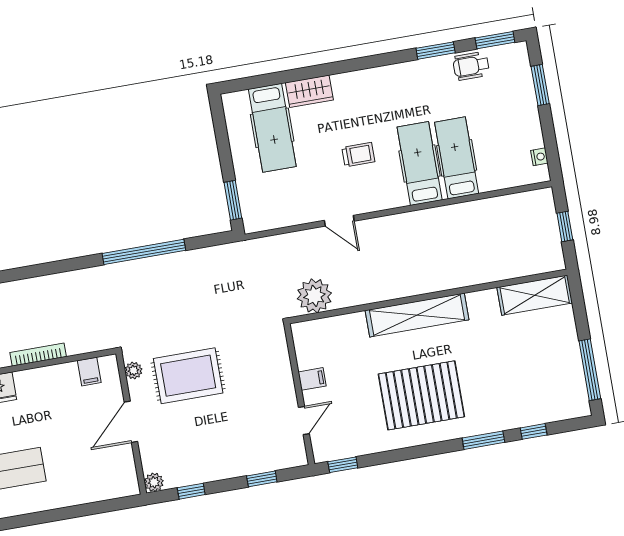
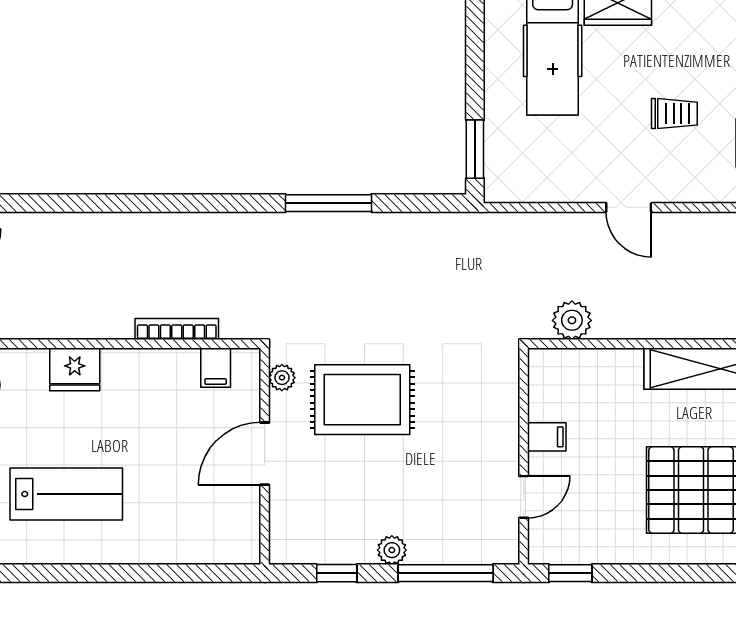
window: (144, 252) -> (328, 203), width x0.68
plant: (314, 296) -> (572, 320), width x0.73, depth x0.73
bookcase: (38, 355) -> (177, 329), moved
window: (262, 479) -> (446, 573), width x2.17
plant: (154, 482) -> (392, 550), moved

